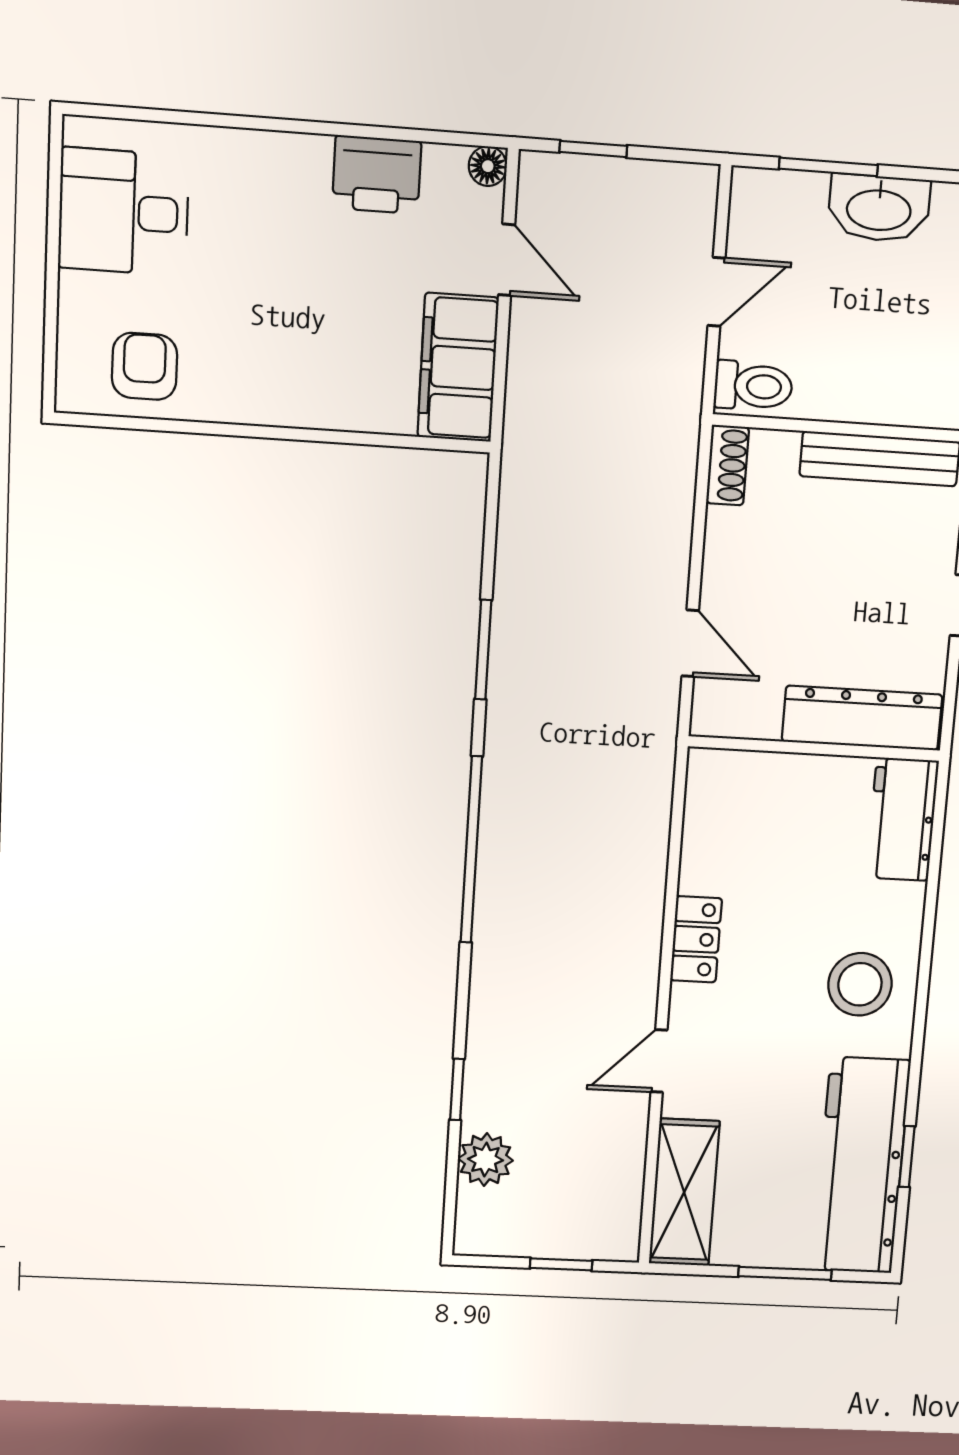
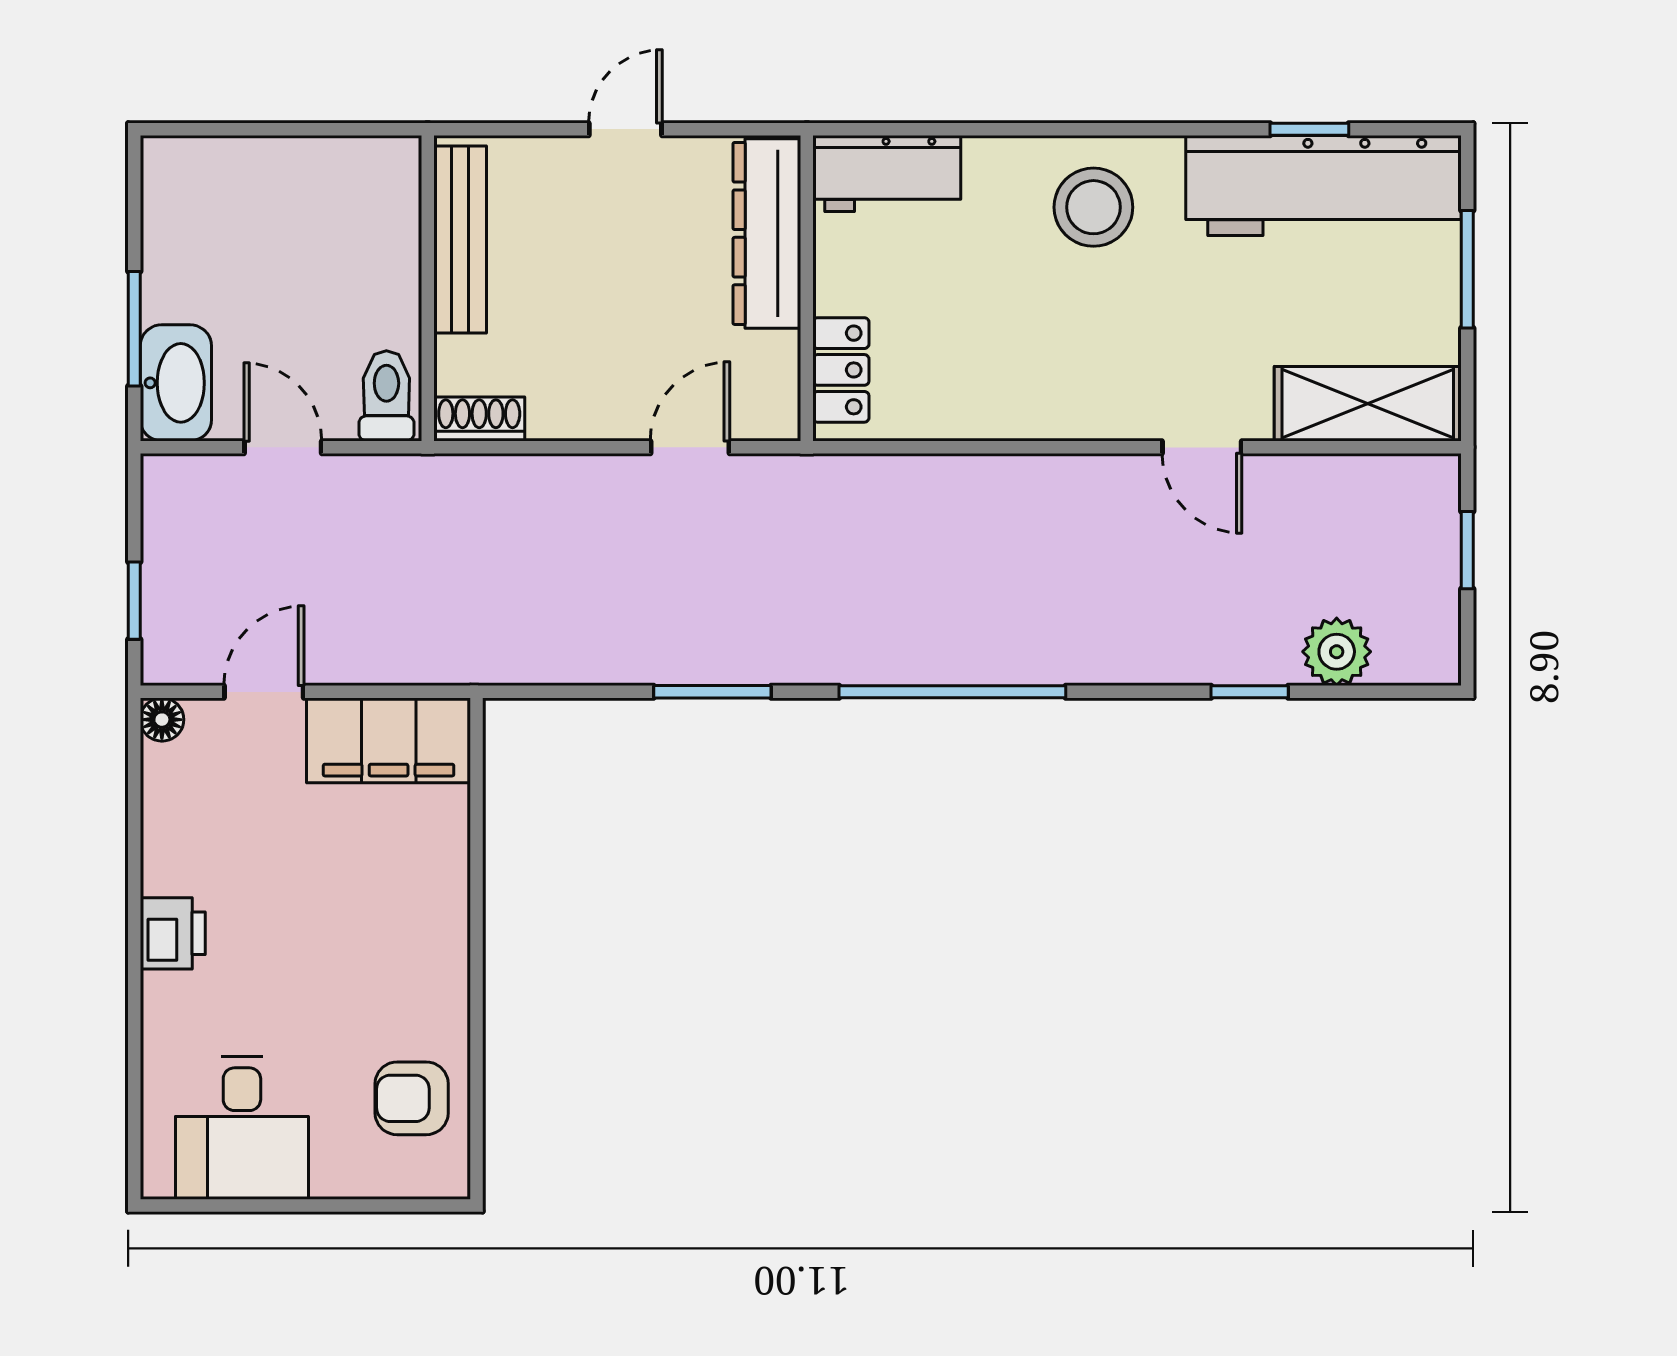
printer: (377, 175) -> (173, 933), moved, width x0.73, depth x0.81
washbasin: (879, 208) -> (176, 383), moved
locker: (696, 939) -> (841, 370), moved, turned 90

